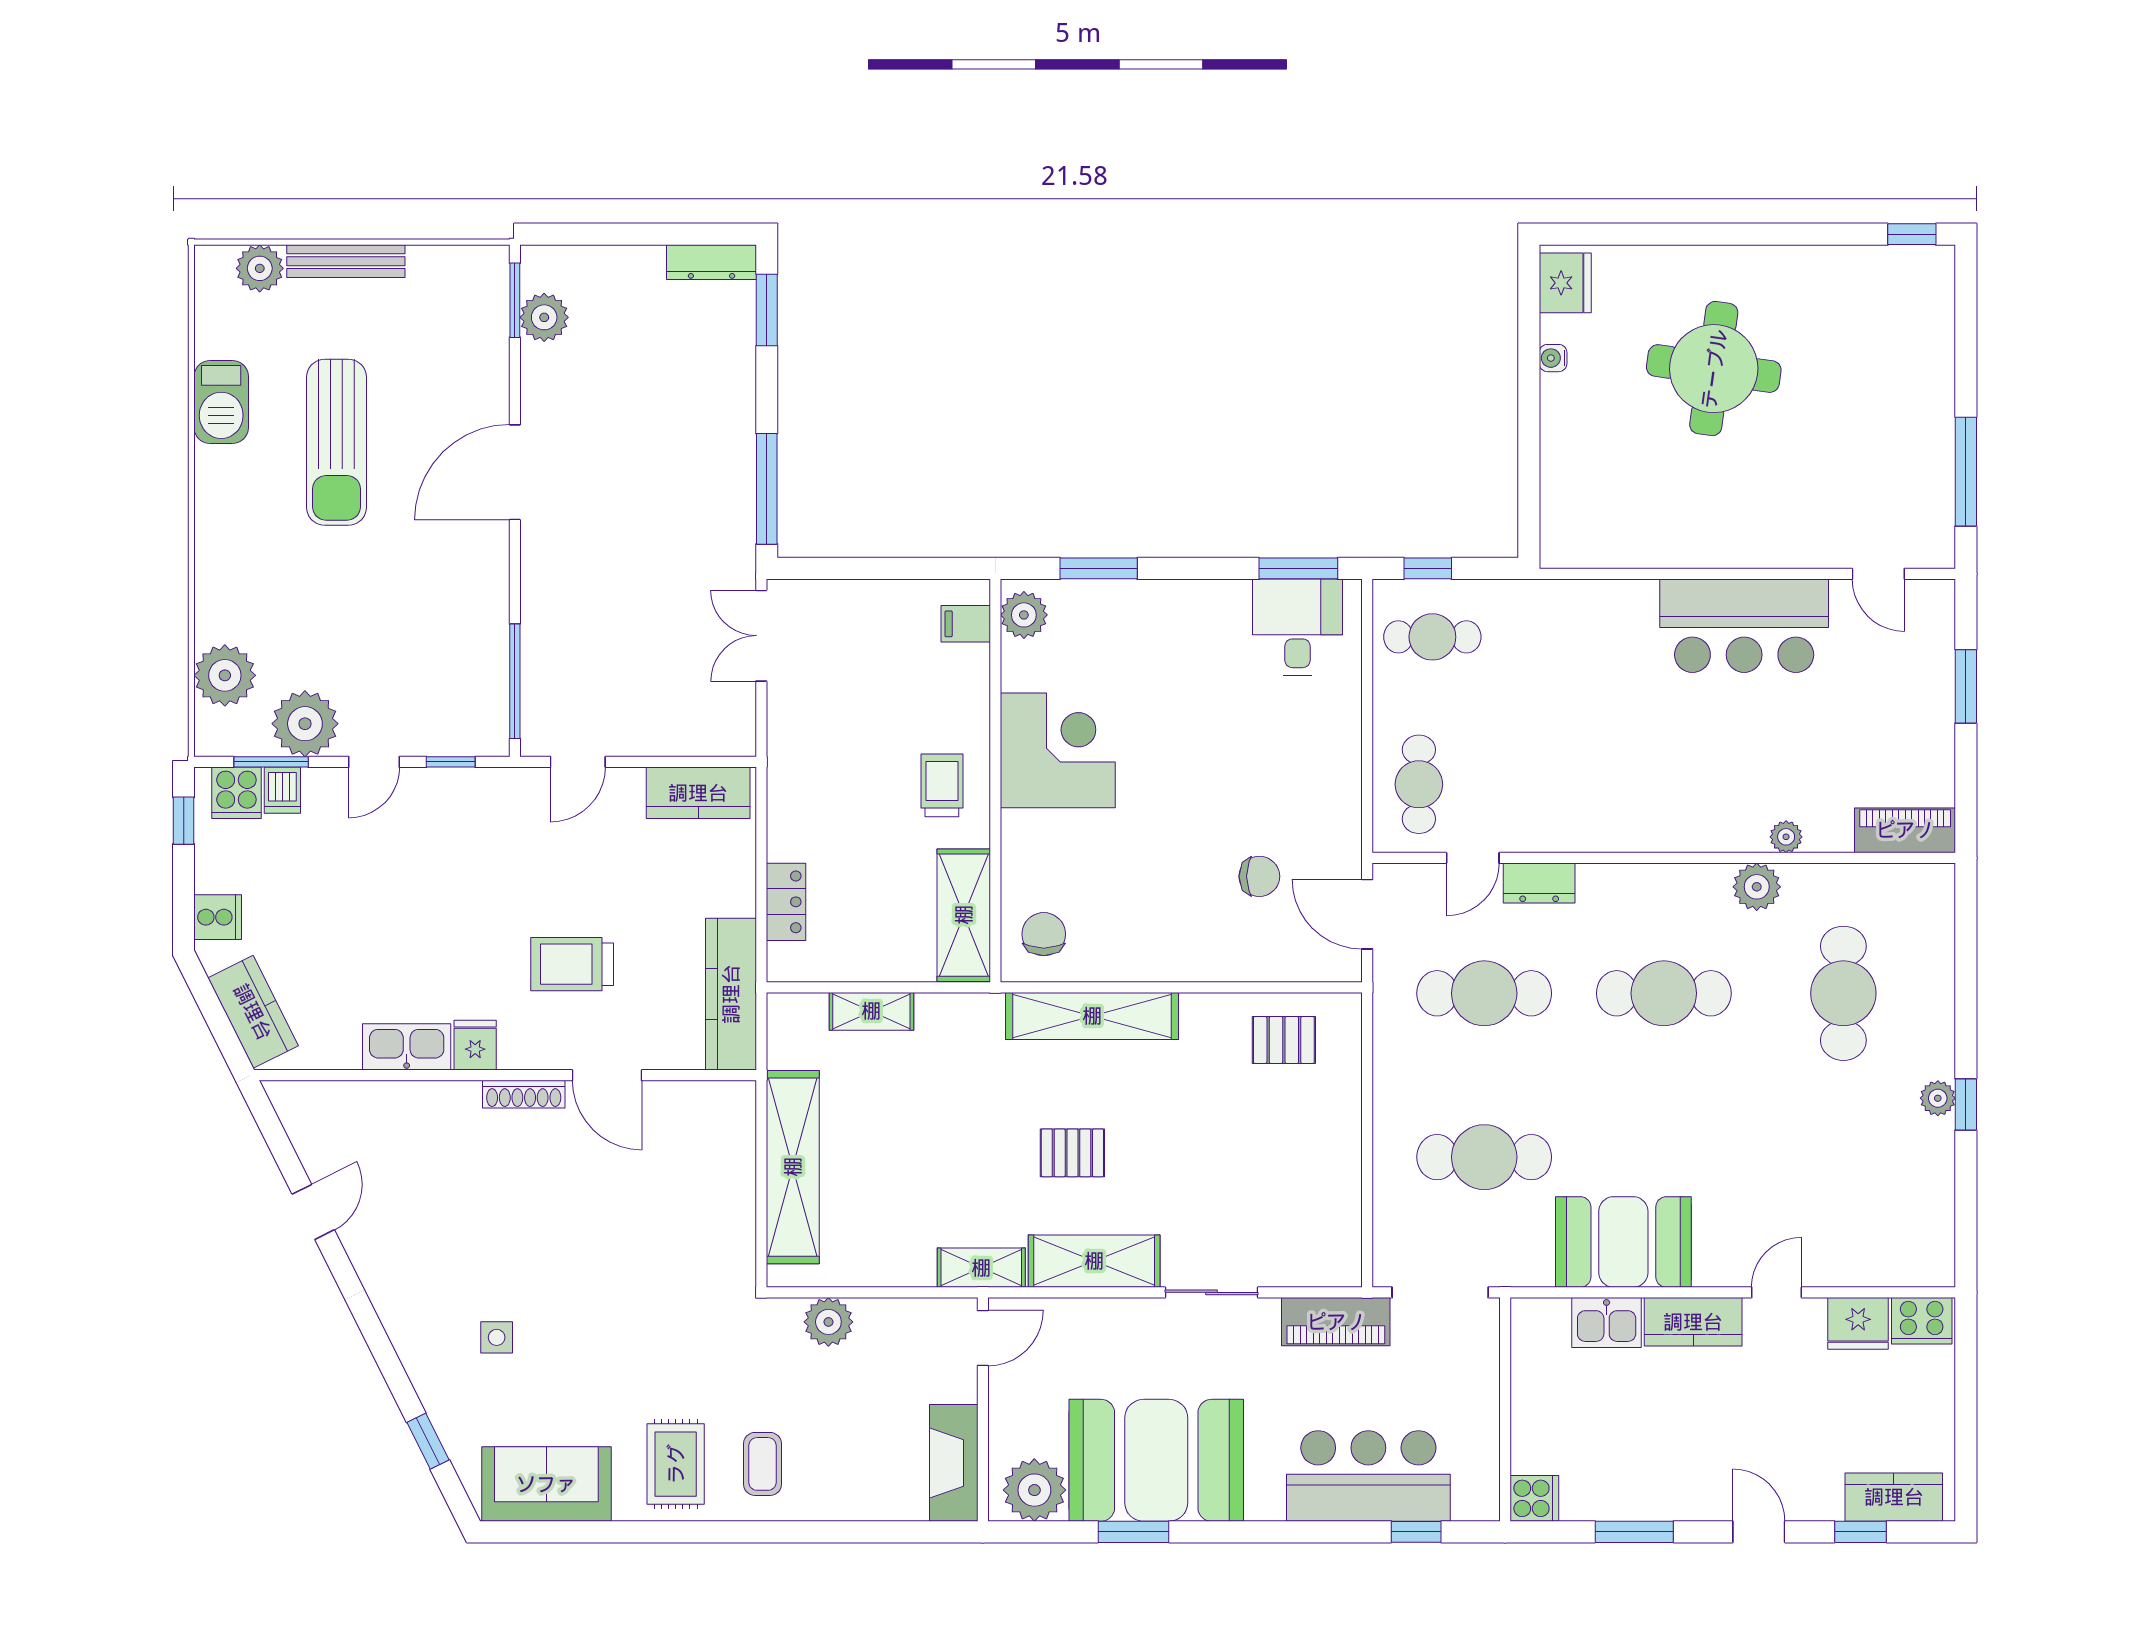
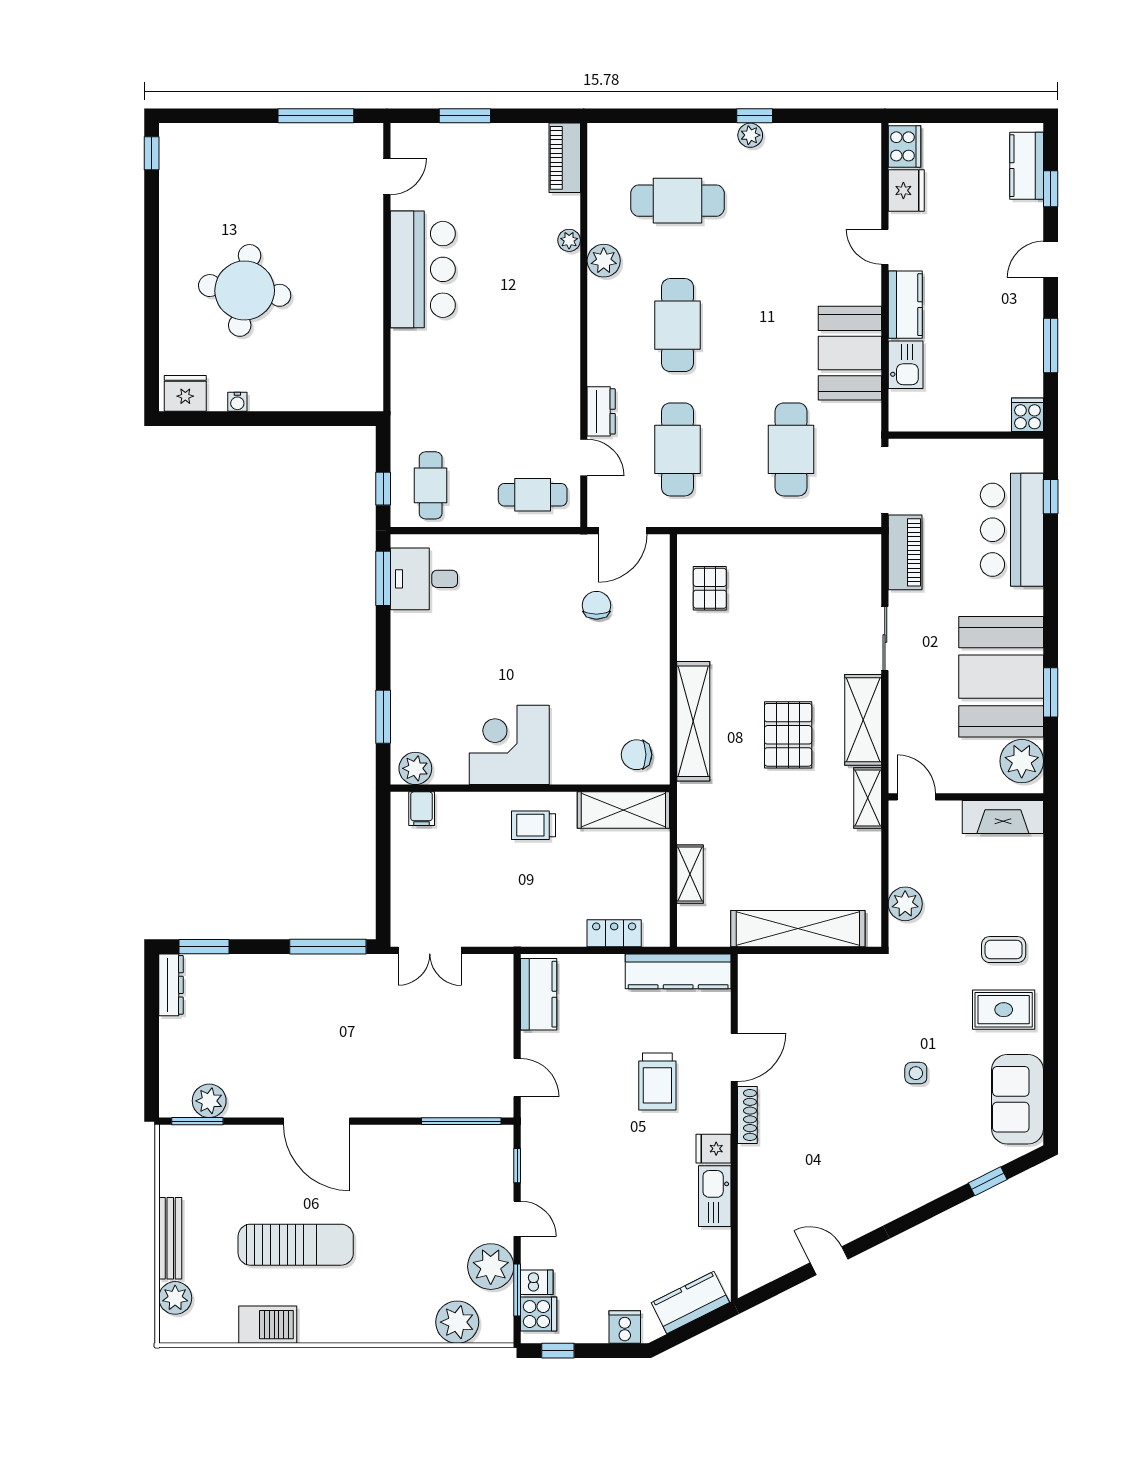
pallet: (1072, 1153) -> (788, 735), width x1.50, depth x1.42
side table: (497, 1337) -> (916, 1073), moved

